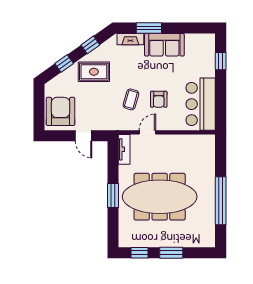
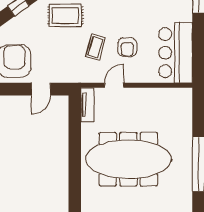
rug: (94, 72) -> (65, 15), moved
door: (84, 136) -> (41, 89), hinge flipped
window: (113, 195) -> (75, 158), removed

